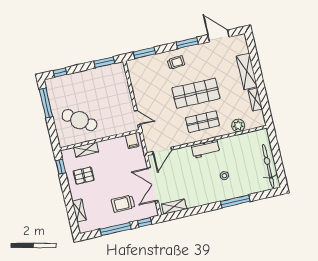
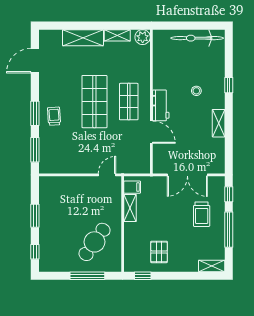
window: (187, 43) -> (35, 113), moved
window: (104, 62) -> (35, 216), moved
window: (46, 103) -> (87, 276), moved
plant: (238, 125) -> (143, 37), moved
shelving: (86, 150) -> (130, 208), moved
door: (162, 151) -> (151, 132), moved
window: (235, 201) -> (229, 85), width x0.46
shelving: (174, 207) -> (219, 123), moved
shelving: (79, 210) -> (212, 266), moved

